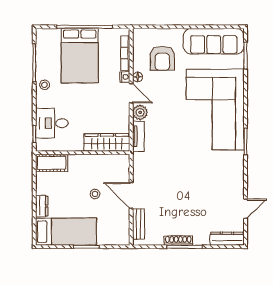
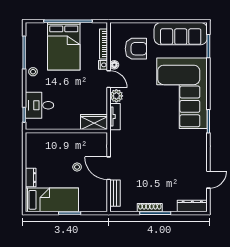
armchair: (162, 58) -> (136, 49), turned -90
wardrobe: (107, 142) -> (94, 122), width x0.67
cot: (52, 163) -> (39, 140), removed

